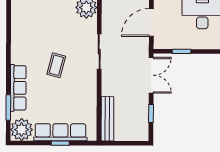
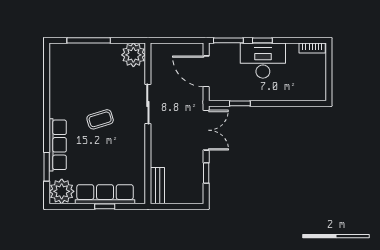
door: (151, 23) -> (206, 71), hinge flipped
coffee table: (56, 65) -> (100, 119), turned 58
bench: (107, 119) -> (157, 186), width x0.73

